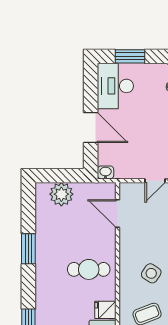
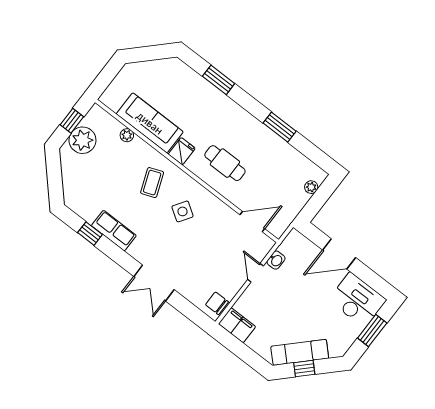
washbasin: (106, 172) -> (276, 260), moved
plant: (61, 194) -> (311, 187), width x0.53, depth x0.53
cafe table: (89, 269) -> (225, 163), turned 90

